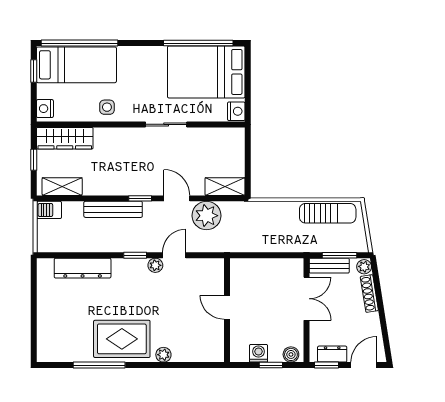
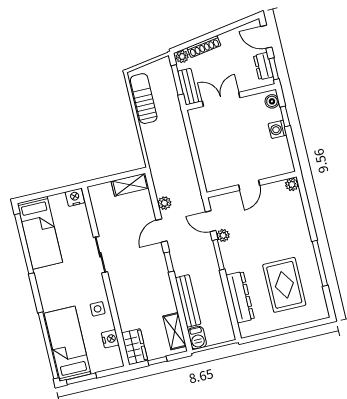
window: (34, 71) -> (81, 379), width x1.50
bed: (206, 72) -> (40, 233), width x0.67
nightstand: (45, 109) -> (110, 339), moved, turned -90
wardrobe: (65, 138) -> (135, 347), width x0.67
shelving: (225, 187) -> (130, 185), moved, turned 90
bench: (113, 209) -> (188, 301), moved
plant: (206, 216) -> (164, 203), width x0.53, depth x0.53
window: (135, 255) -> (219, 255), width x1.50
door: (227, 307) -> (249, 185), moved
wall: (227, 310) -> (252, 185), moved
rug: (122, 339) -> (284, 285), moved
plant: (163, 355) -> (292, 184), moved

